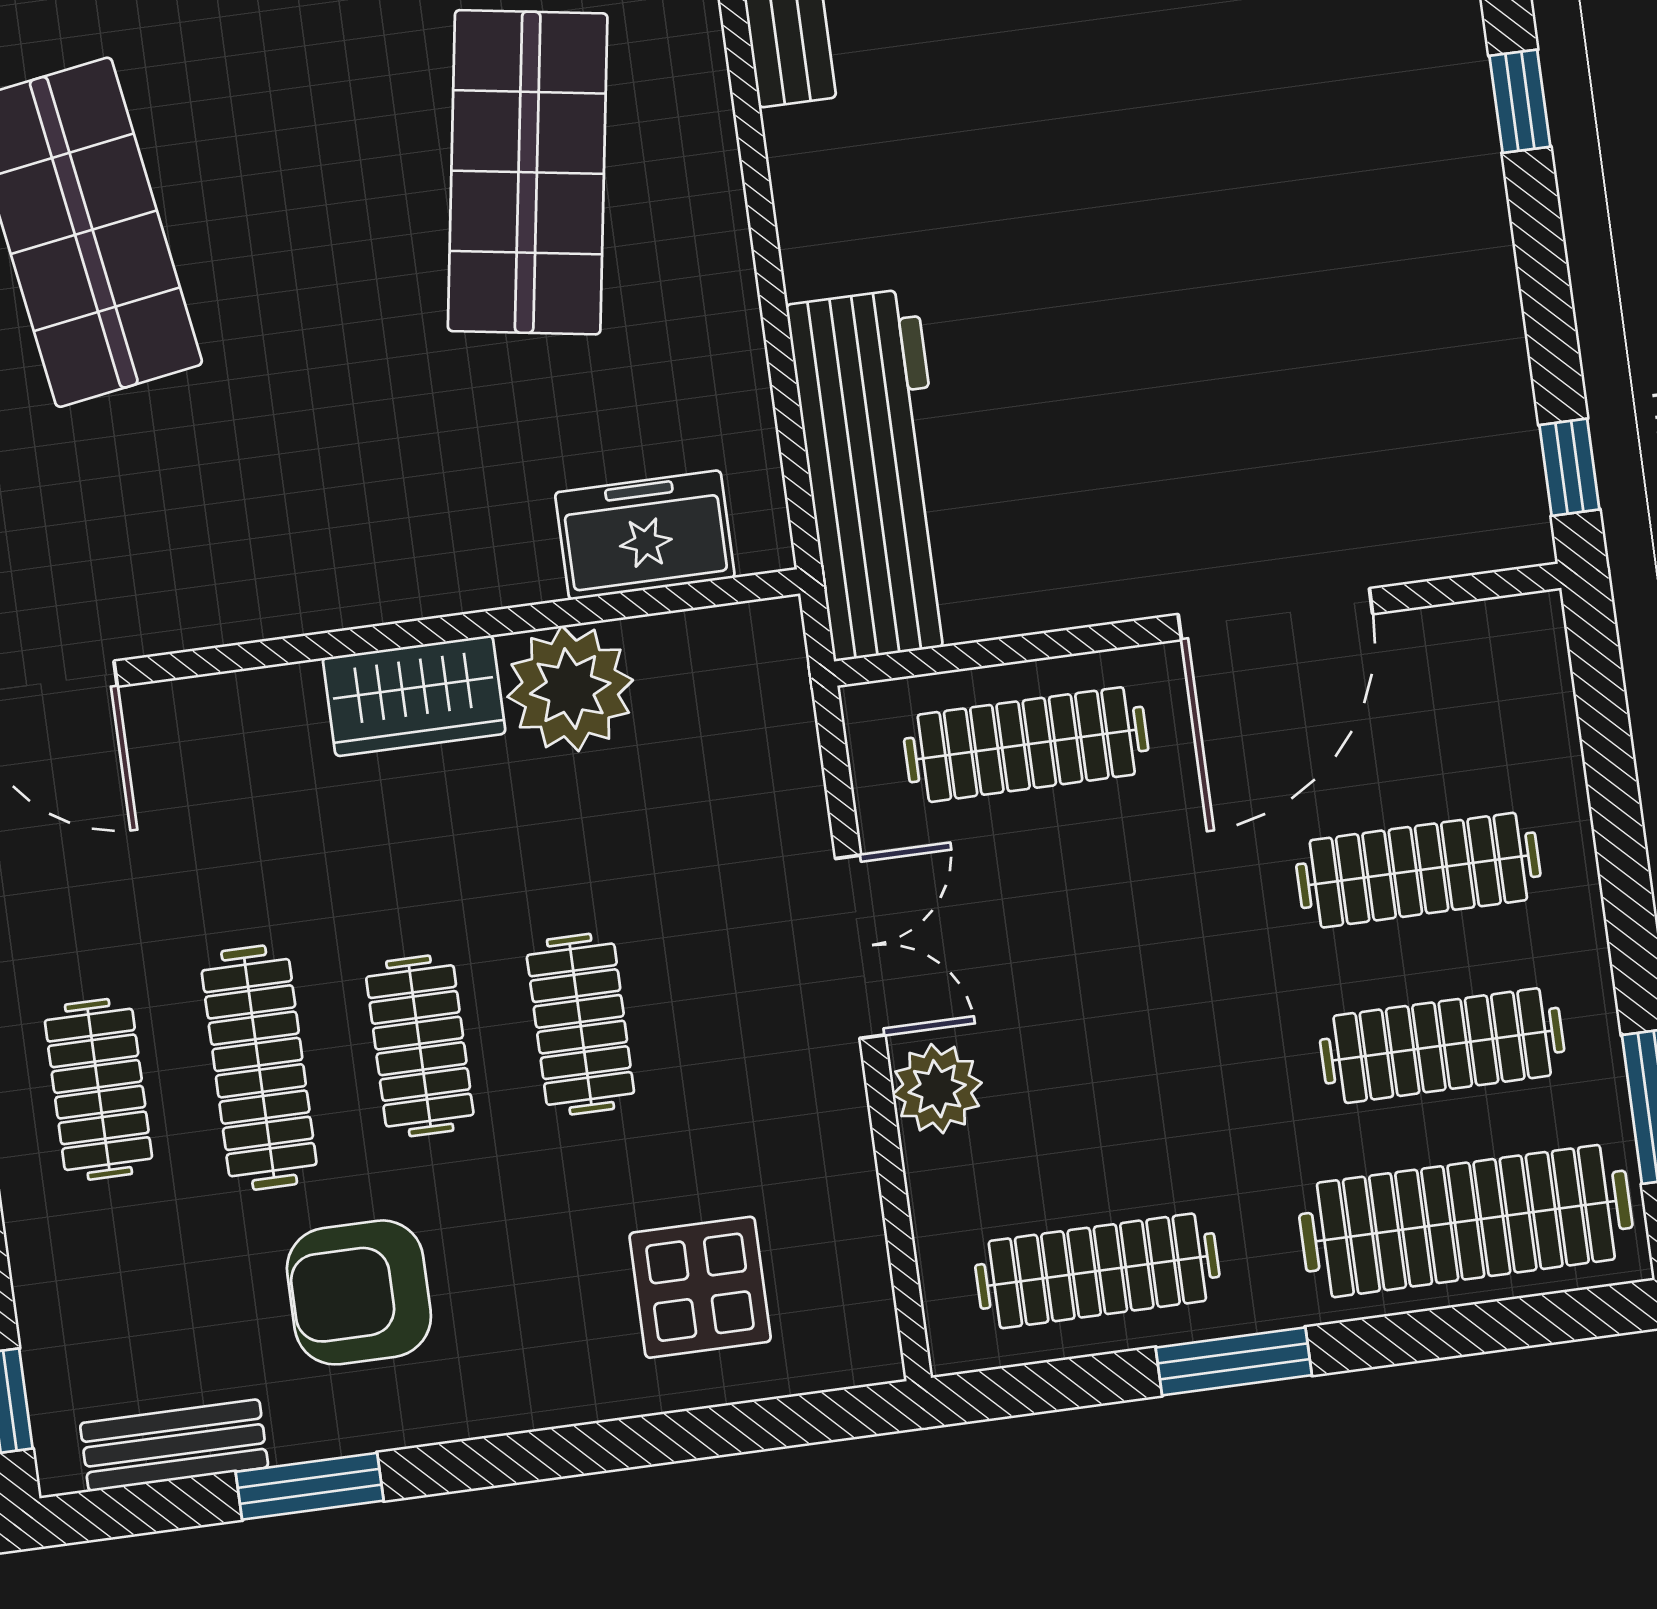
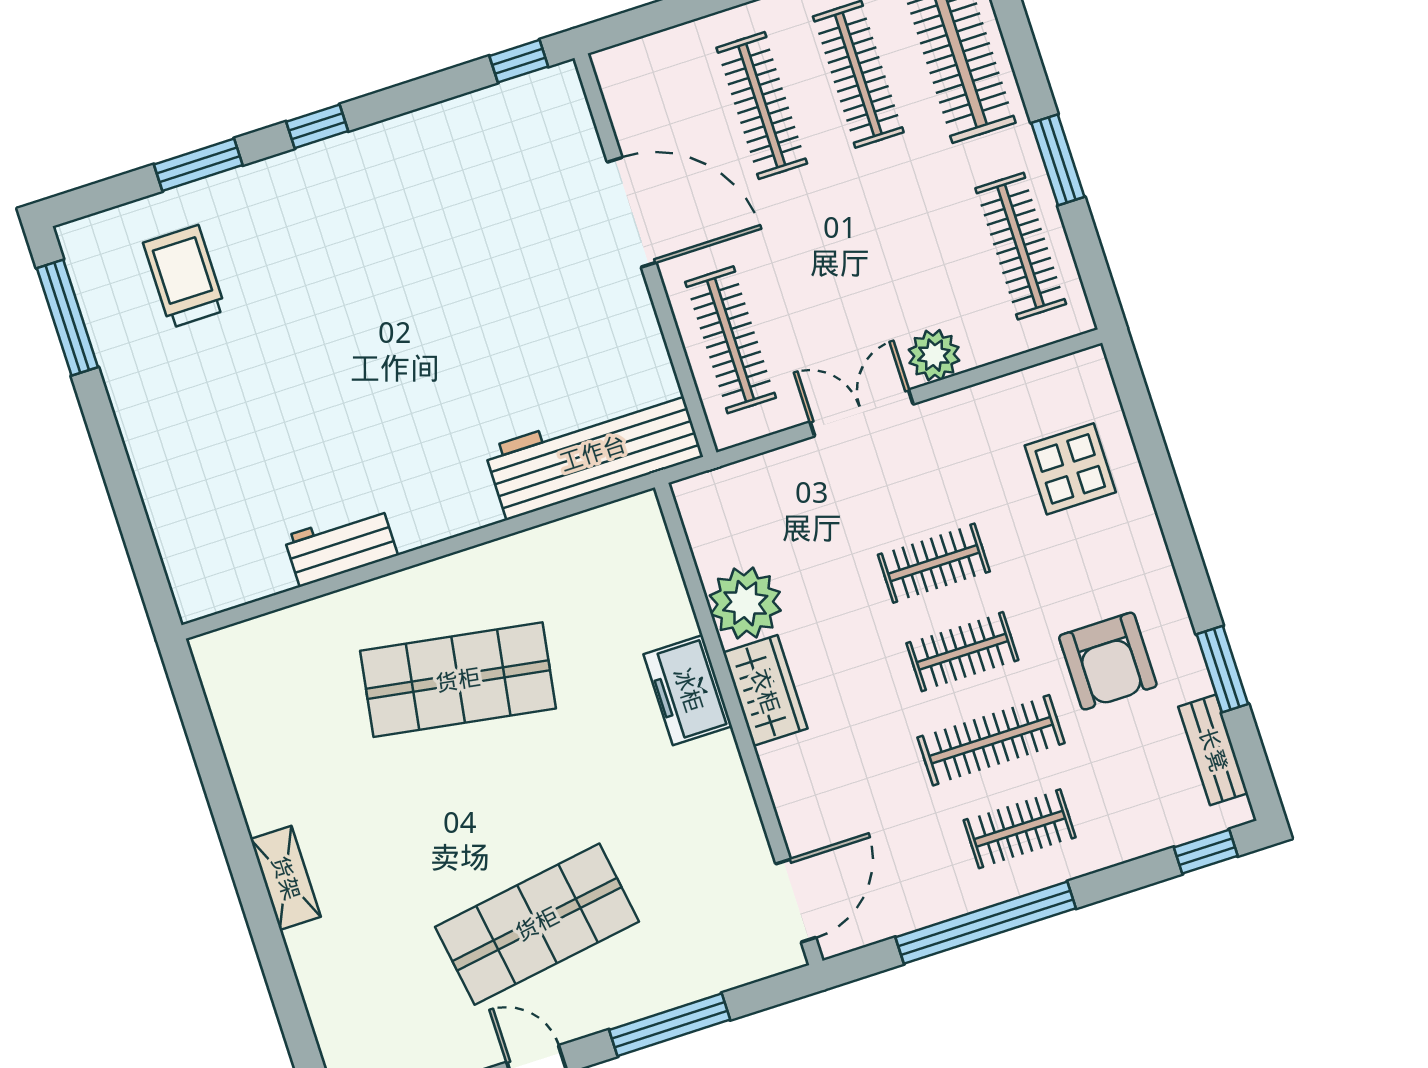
freezer: (645, 535) -> (688, 690), moved

